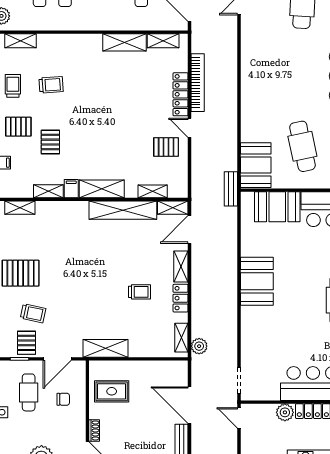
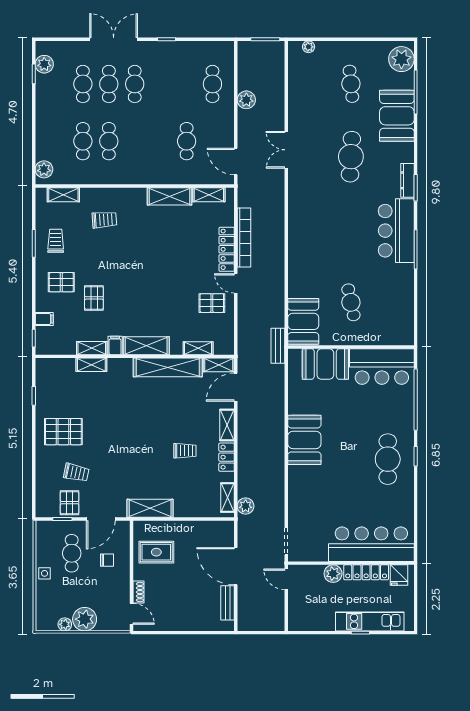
trolley: (51, 85) -> (104, 220), moved
cafe table: (302, 146) -> (351, 302), width x0.73, depth x0.74
shelving: (20, 208) -> (91, 365), moved

